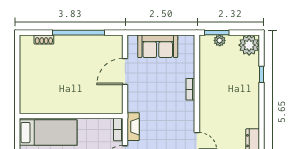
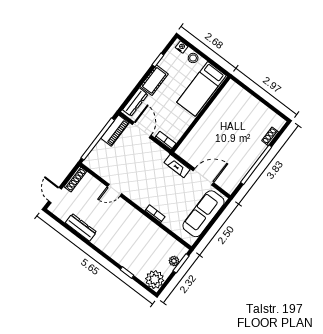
sofa: (158, 46) -> (203, 214), width x1.36
door: (125, 71) -> (203, 177), hinge flipped
fireplace: (133, 127) -> (177, 166), moved

